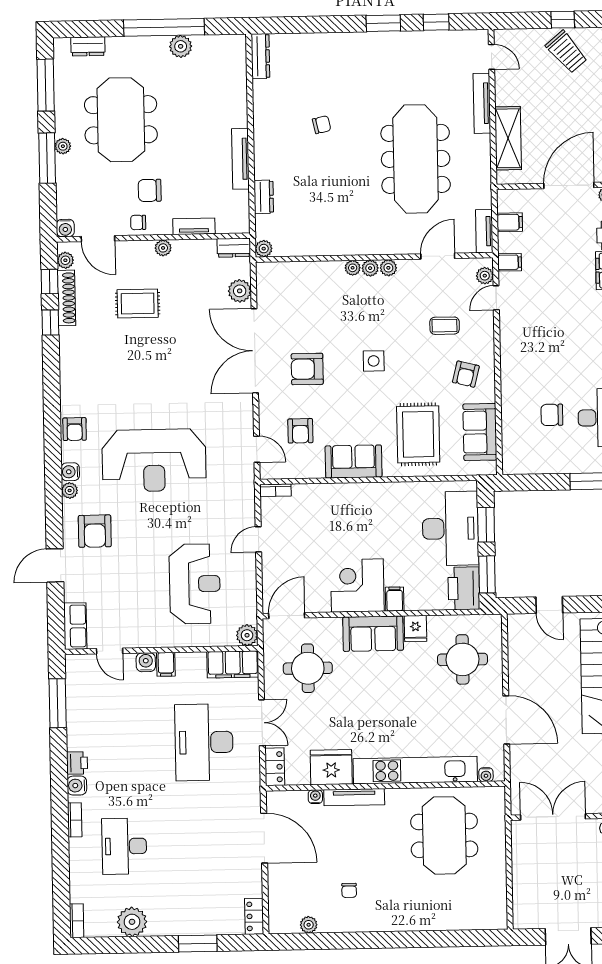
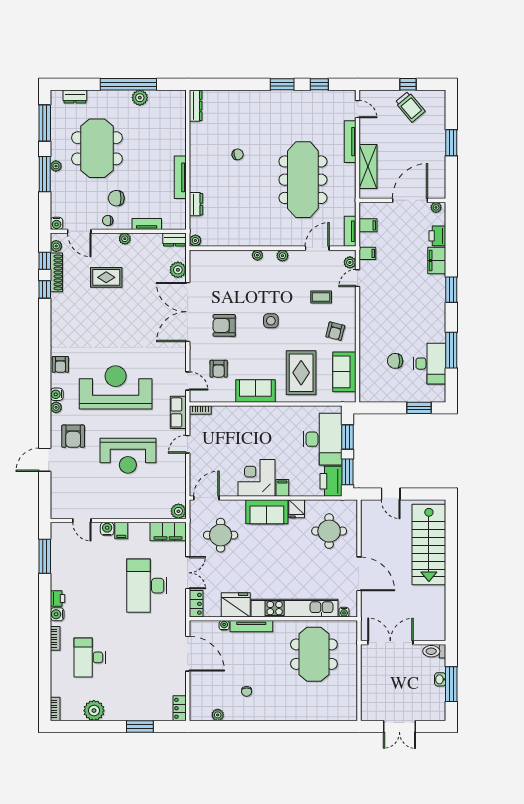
plant: (370, 268) -> (270, 256), removed
reception desk: (154, 460) -> (116, 387), turned 180
reception desk: (195, 584) -> (128, 456), moved, turned 90
row of seats: (75, 626) -> (178, 412), moved, turned 180

